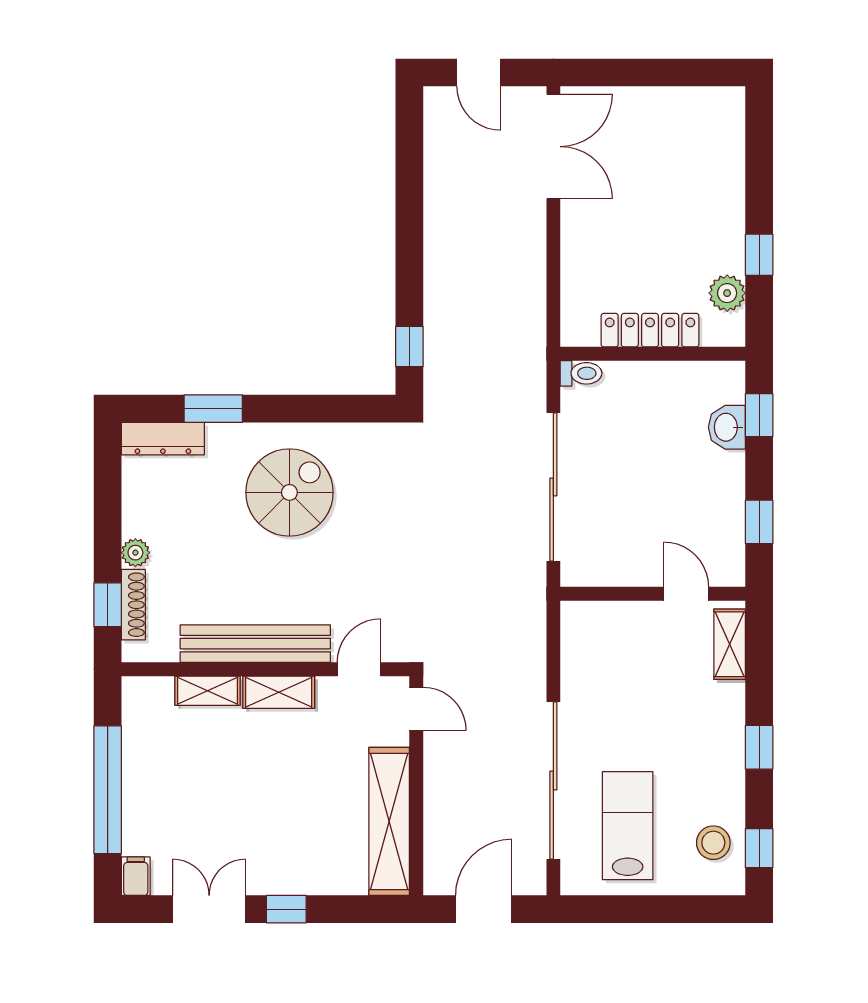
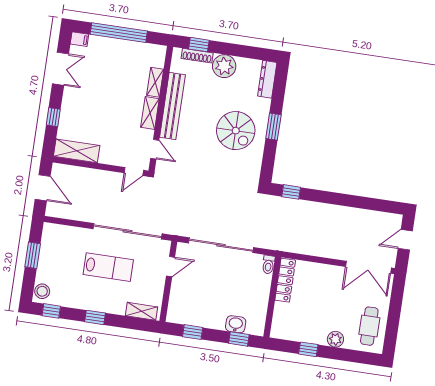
cafe table: (686, 125) -> (369, 326), added
plant: (727, 293) -> (335, 339), moved
locker: (650, 330) -> (285, 280), moved
window: (213, 409) -> (273, 127), moved
plant: (135, 553) -> (224, 66), width x1.87, depth x1.87
door: (686, 594) -> (171, 267), moved
sliding door: (553, 780) -> (128, 231), moved
shelving: (389, 821) -> (77, 151), width x0.68
lab bench: (628, 826) -> (108, 267), moved
stool: (713, 843) -> (42, 291), moved
window: (286, 909) -> (53, 117), moved
window: (640, 909) -> (33, 255), added

